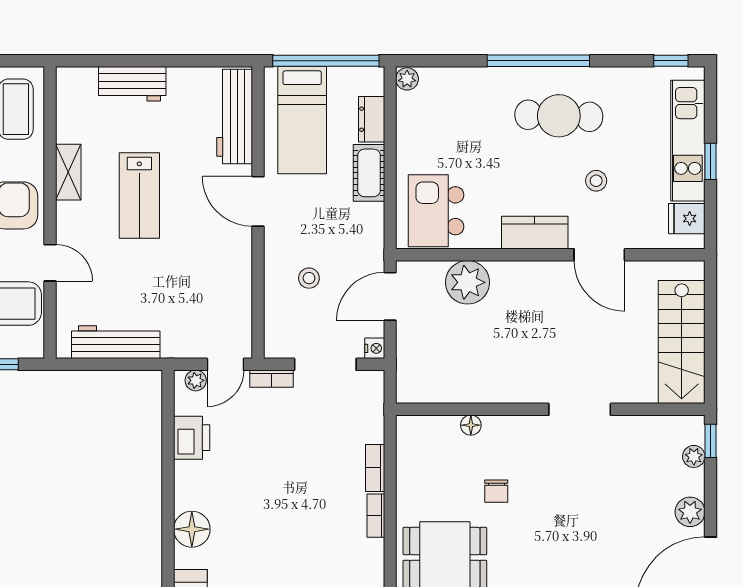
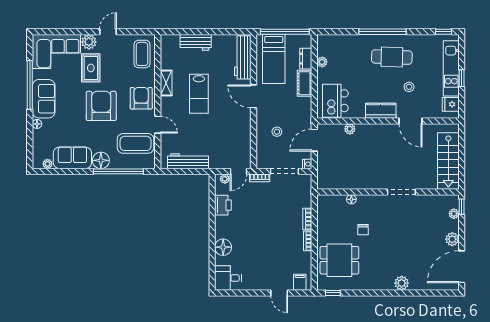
plant: (407, 79) -> (322, 62), moved
plant: (467, 282) -> (350, 129), width x0.53, depth x0.53

